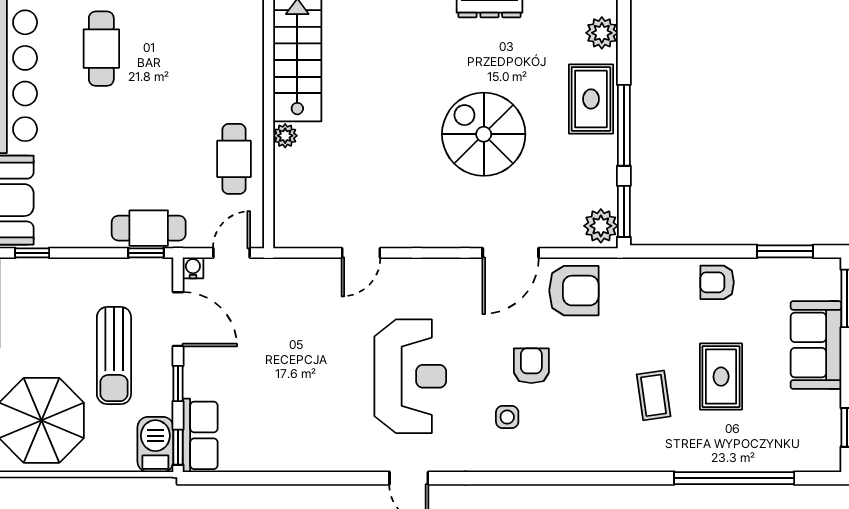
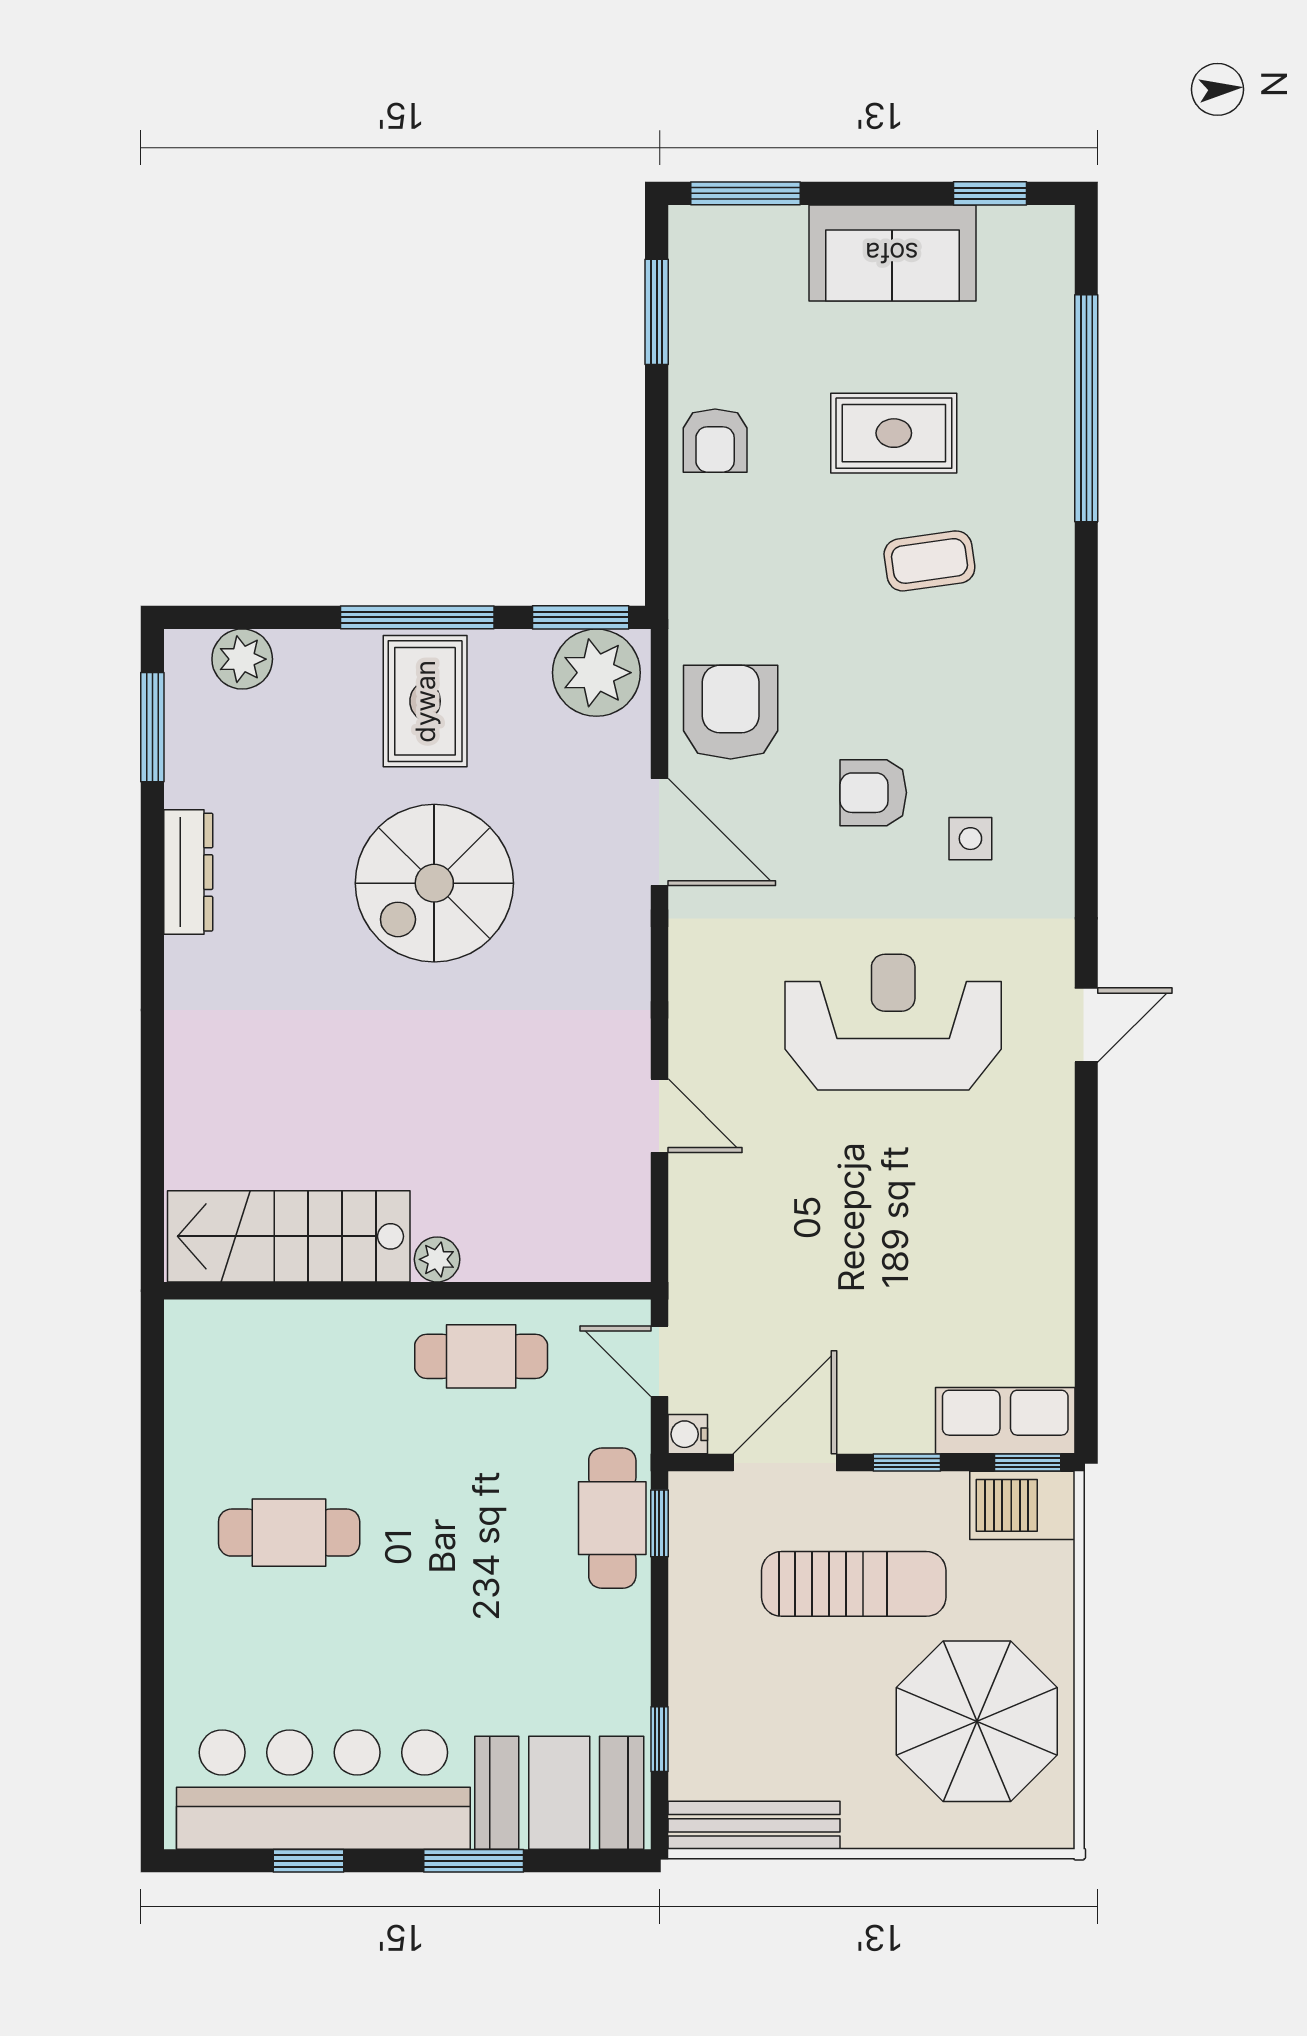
cafe table: (101, 49) -> (289, 1533), moved
rug: (591, 99) -> (425, 701), moved, turned 90
plant: (601, 226) -> (596, 673), width x1.36, depth x1.36
sofa: (816, 345) -> (892, 253), moved

